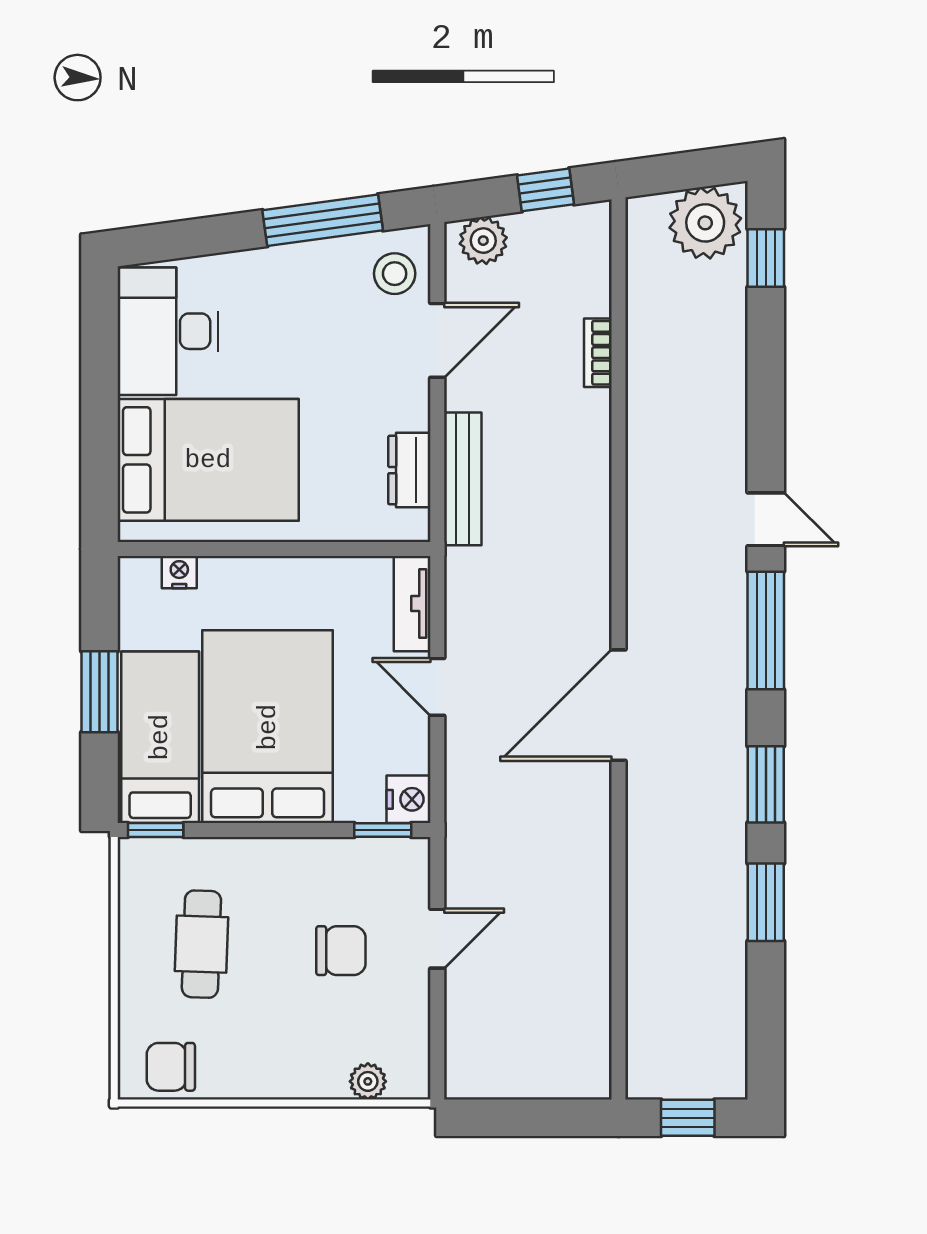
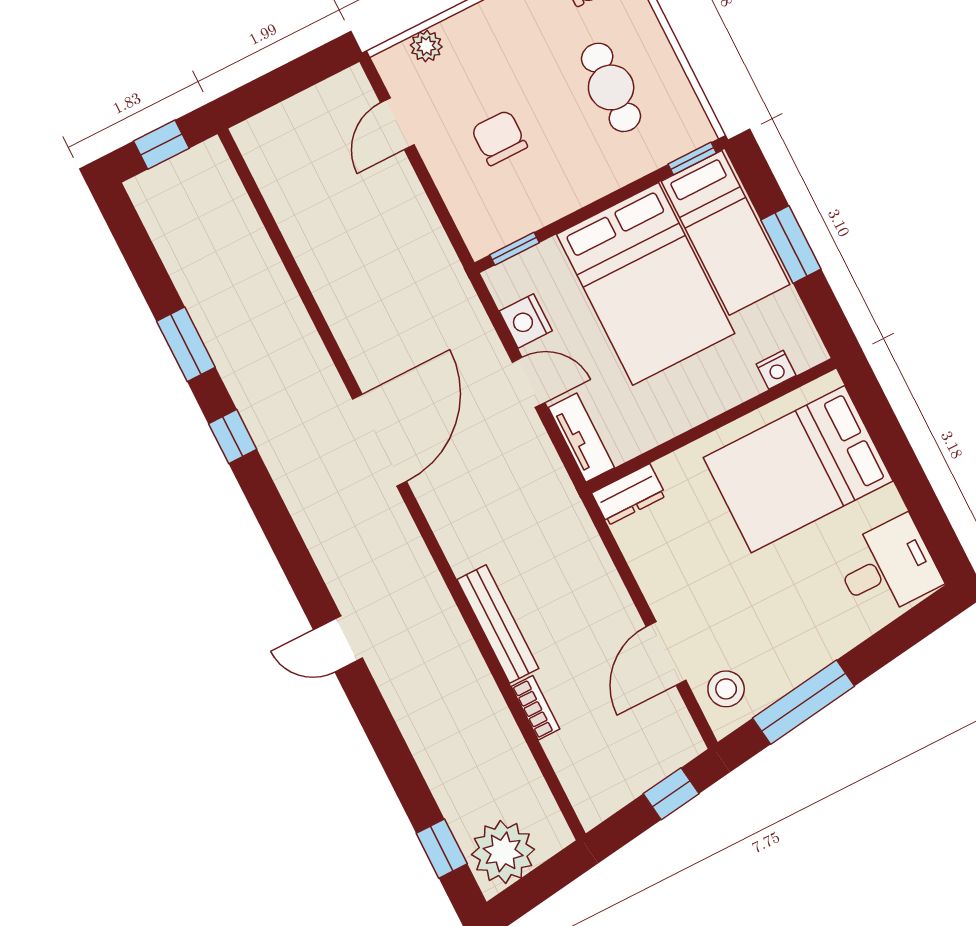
window: (545, 190) -> (671, 794), moved
plant: (483, 241) -> (670, 750), removed
desk: (168, 331) -> (887, 567), width x0.73
dresser: (409, 470) -> (629, 495), moved, turned 90
bench: (463, 479) -> (498, 624), moved
window: (766, 631) -> (294, 557), removed
window: (766, 784) -> (233, 437), width x0.67
nightstand: (408, 799) -> (526, 321), moved
door: (437, 939) -> (397, 124), moved
chair: (341, 951) -> (499, 138), turned 90

